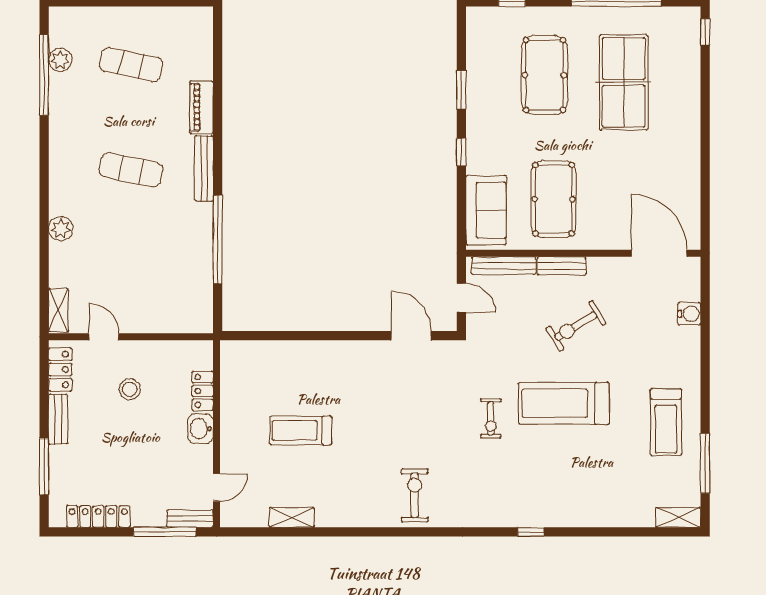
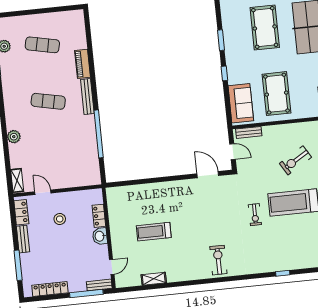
bench: (504, 266) -> (249, 132), width x0.73
bench: (562, 266) -> (285, 129), removed

